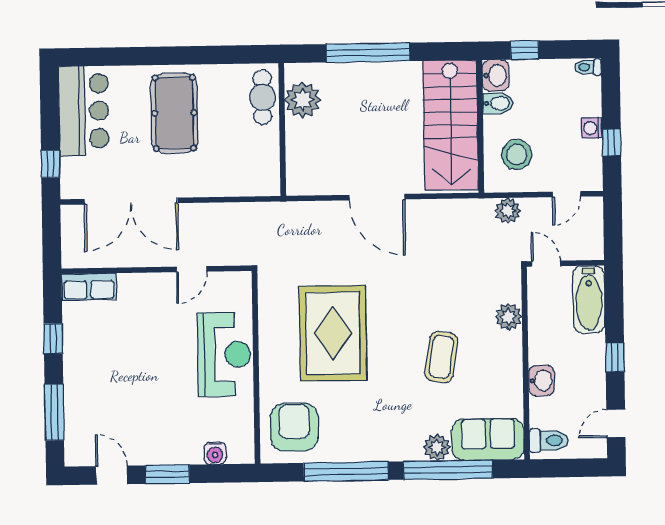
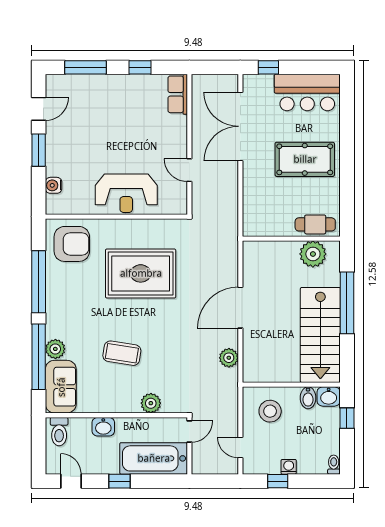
stairs: (451, 125) -> (320, 335), moved, turned -90
plant: (508, 211) -> (229, 358), moved
bathtub: (589, 299) -> (154, 458), width x1.36, depth x1.36

